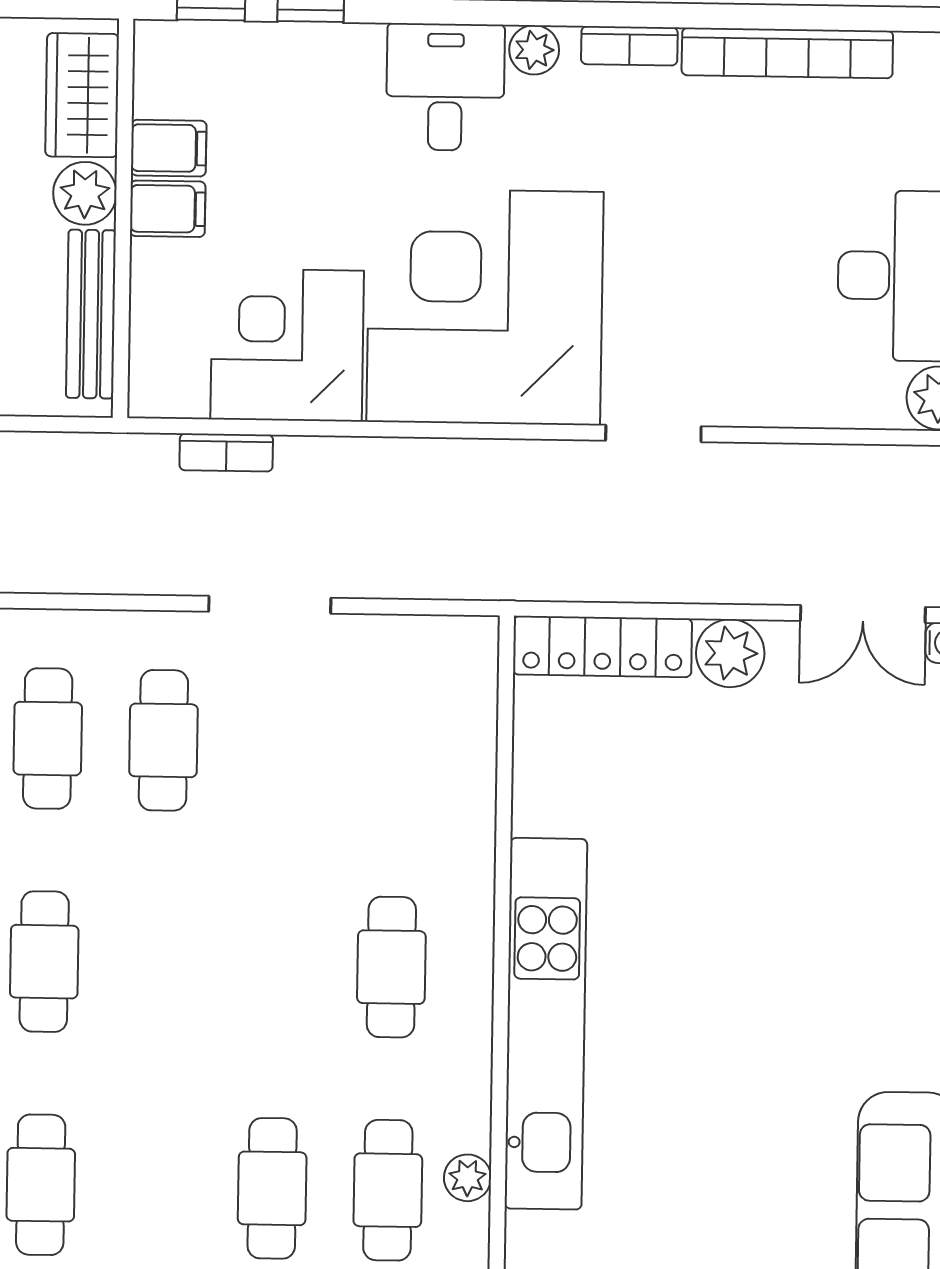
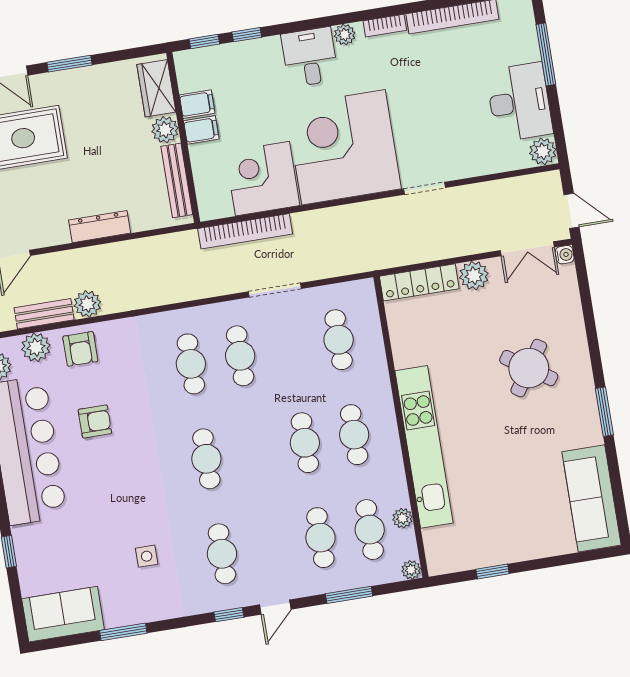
bookcase: (226, 452) -> (245, 231), width x2.31, depth x1.31
cafe table: (395, 744) -> (339, 340), added
round table: (817, 887) -> (529, 368), added
cafe table: (276, 965) -> (305, 443), added

